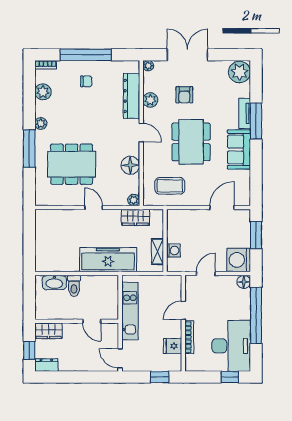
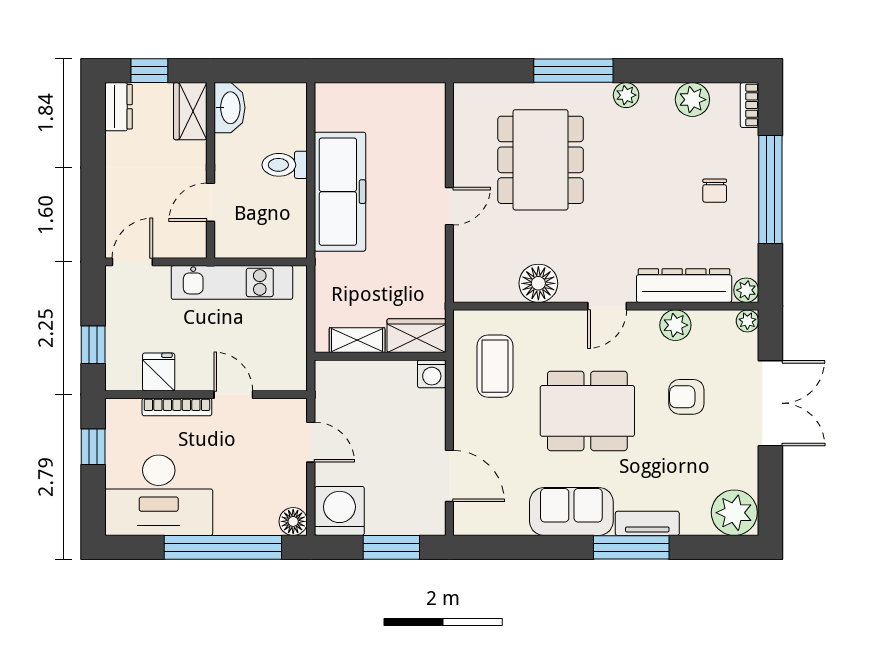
plant: (134, 200) -> (746, 290), moved
wardrobe: (135, 217) -> (416, 336), moved, turned 90
washing machine: (173, 250) -> (432, 374), moved
freezer: (108, 260) -> (340, 192), moved
washbasin: (54, 283) -> (229, 108), moved, turned 180
window: (230, 377) -> (93, 447), moved

